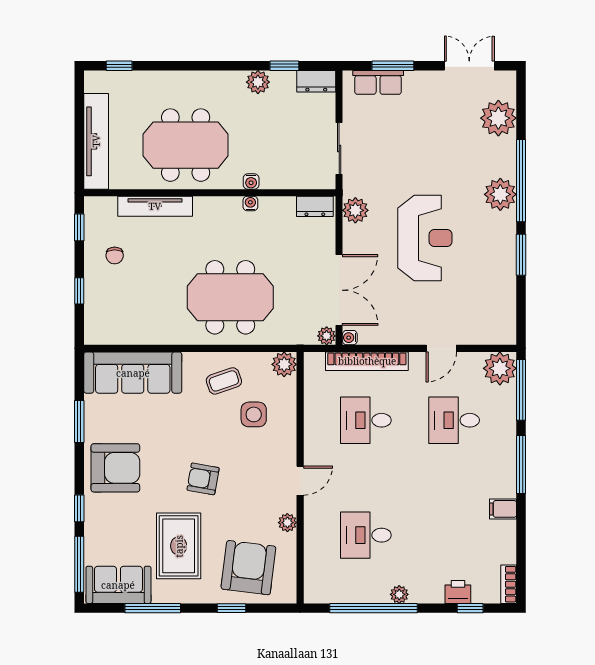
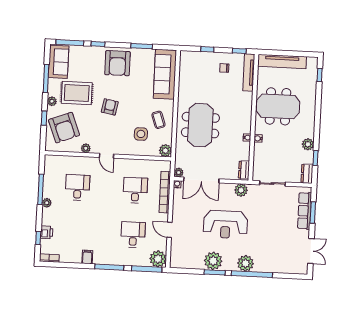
row of seats: (378, 82) -> (305, 211), width x1.48
plant: (498, 118) -> (213, 261), moved
meeting table: (186, 145) -> (278, 106), turned 90
tv unit: (155, 206) -> (249, 72), moved
armchair: (248, 568) -> (64, 128), turned 62
plant: (197, 594) -> (52, 101), added
window: (373, 608) -> (41, 189), width x0.68

